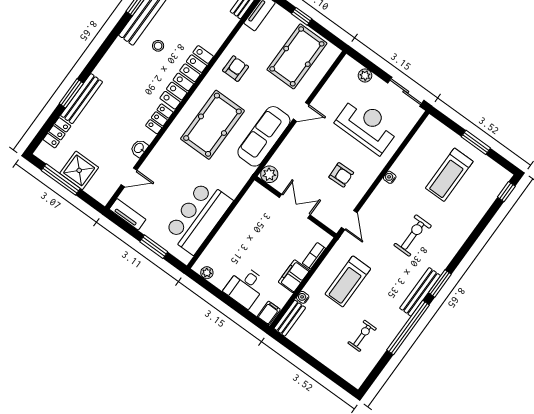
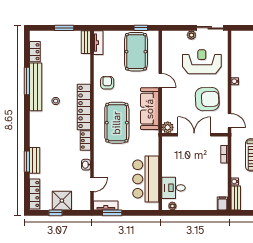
window: (302, 16) -> (141, 28), moved
plant: (365, 75) -> (191, 35), moved
bench: (82, 99) -> (35, 160), width x0.73
door: (301, 112) -> (160, 80), hinge flipped
locker: (57, 133) -> (35, 194), width x1.53
armchair: (341, 175) -> (207, 99), width x1.88, depth x1.88
window: (61, 179) -> (55, 213), width x0.46
double door: (295, 206) -> (194, 135), width x1.37
window: (154, 247) -> (112, 213), moved
filing cabinet: (294, 276) -> (222, 173), removed
desk: (245, 287) -> (174, 188), moved, turned 90

